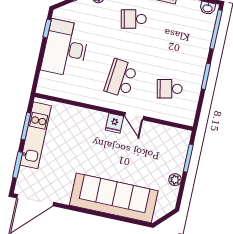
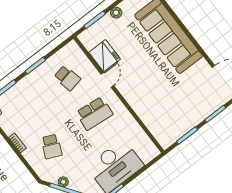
school desk: (134, 19) -> (51, 146), turned 36
fridge: (114, 123) -> (105, 56), moved, width x1.88, depth x1.34
kitchen unit: (36, 135) -> (186, 124), removed

